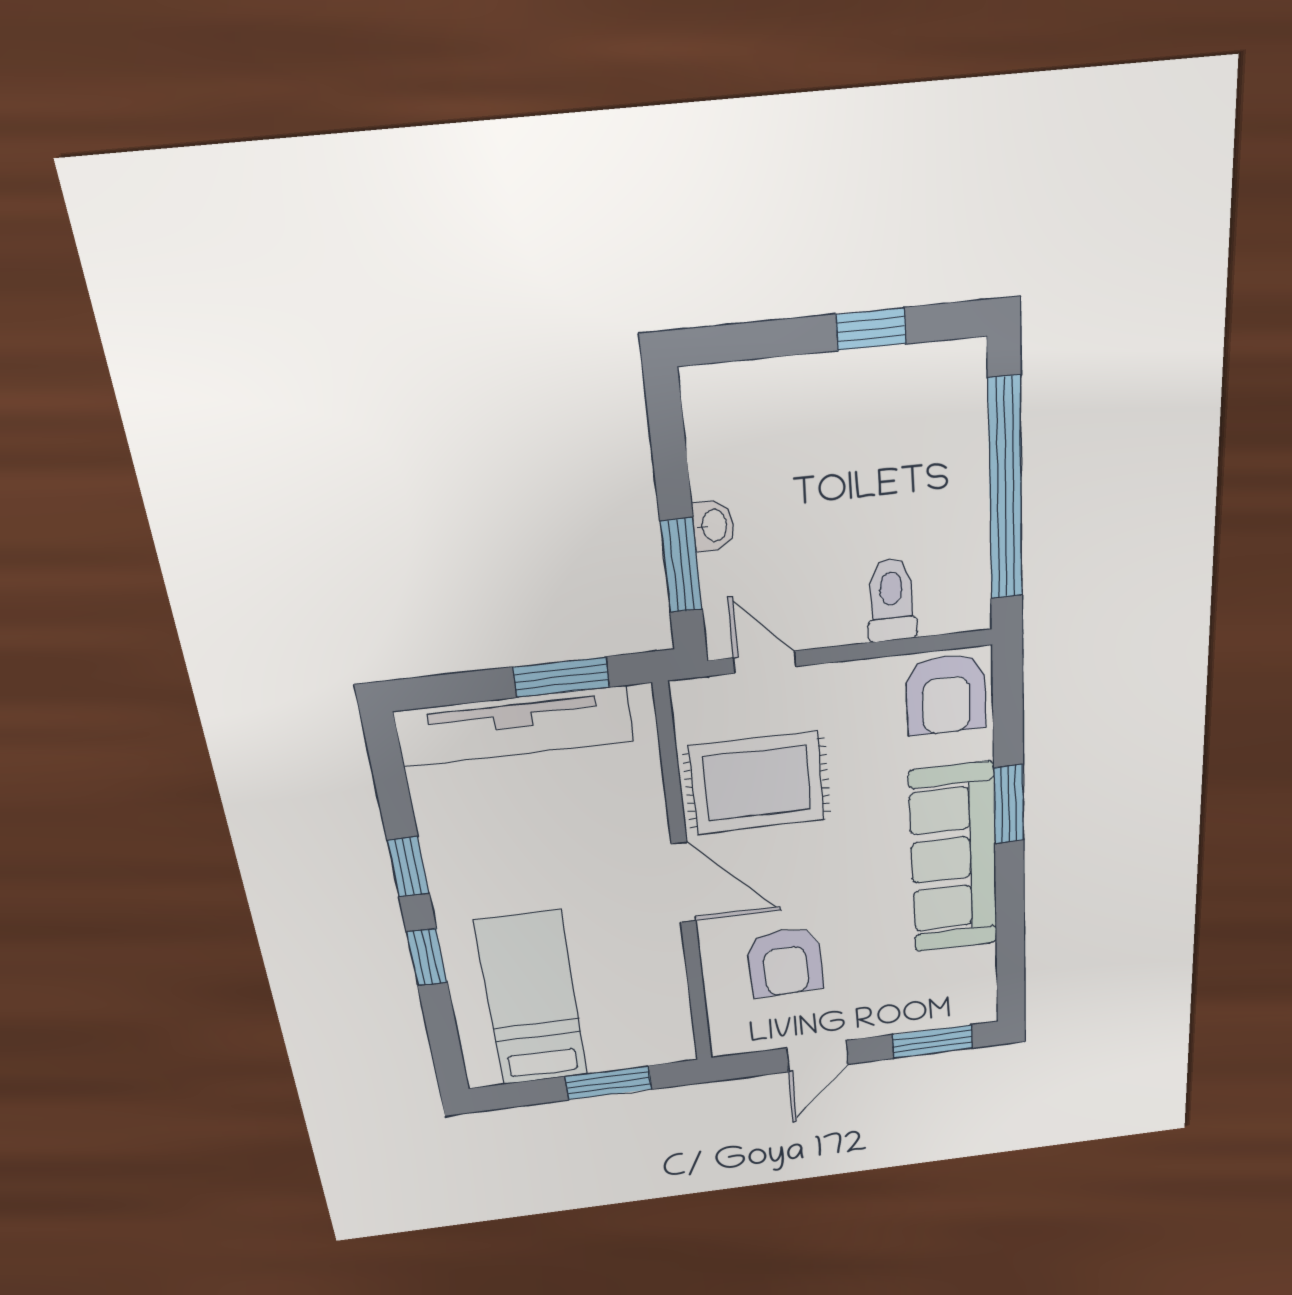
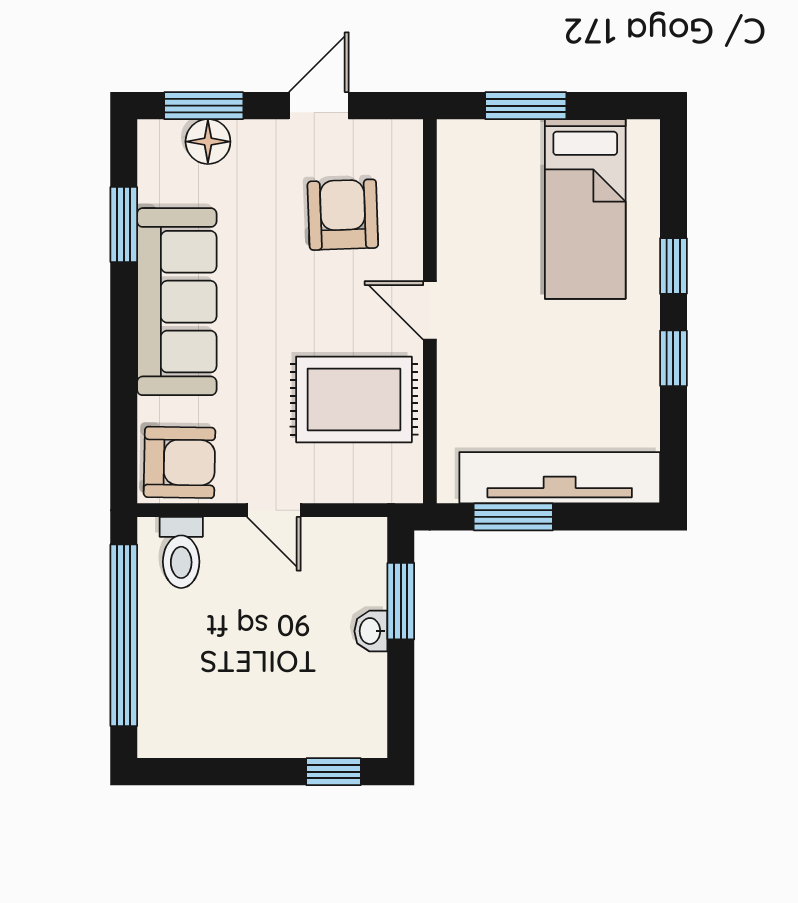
window: (871, 329) -> (334, 772), moved
toilet: (892, 600) -> (181, 552), moved
door: (765, 662) -> (274, 510), moved
armchair: (946, 694) -> (179, 462), turned 91
window: (1009, 804) -> (124, 224), moved
door: (684, 883) -> (430, 310), width x0.73
floor lamp: (927, 1011) -> (208, 142), added

